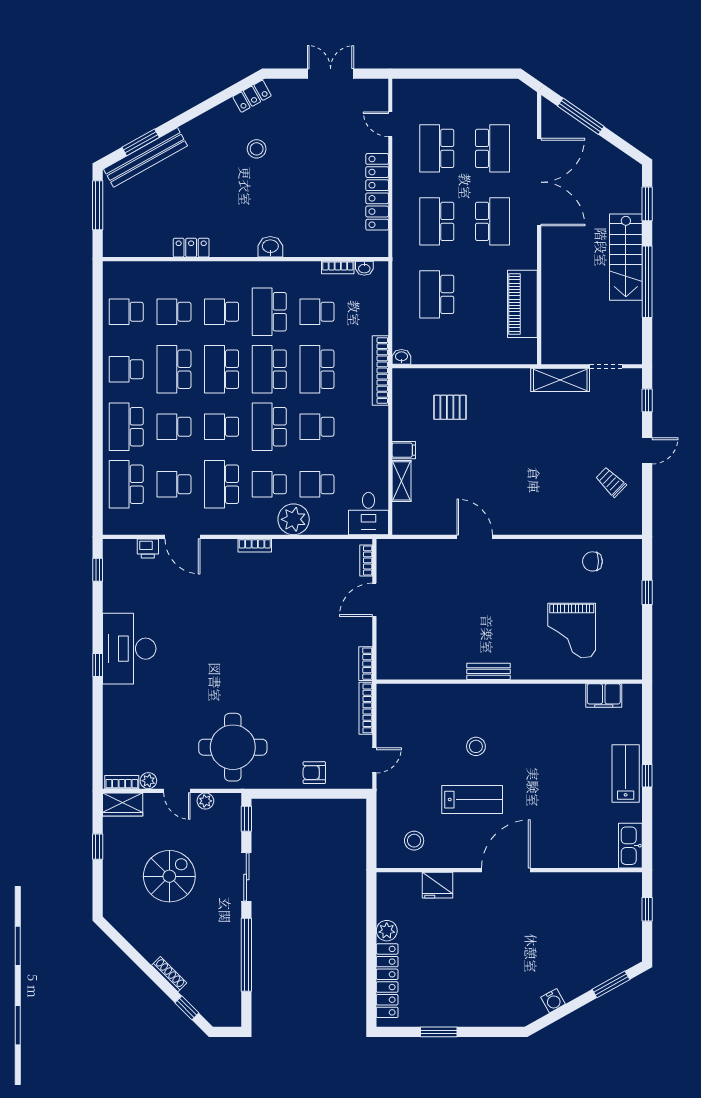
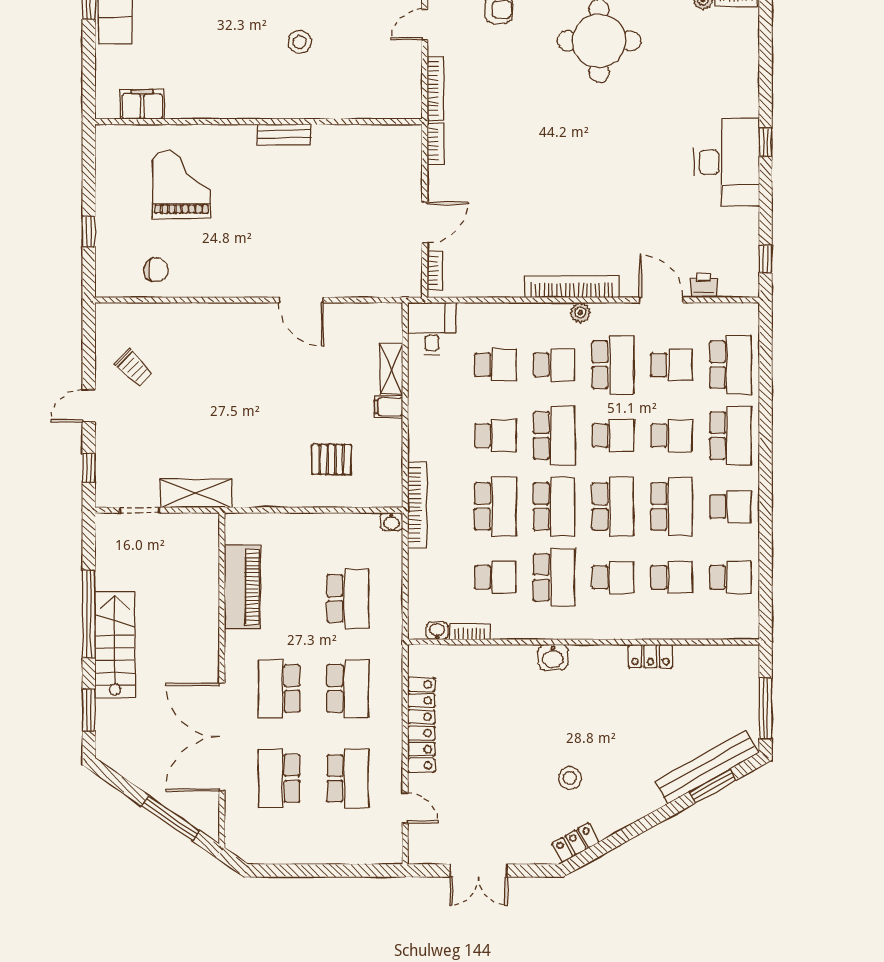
plant: (294, 519) -> (580, 313), moved, width x0.53, depth x0.53
bookcase: (255, 545) -> (572, 287), width x2.31, depth x1.31

